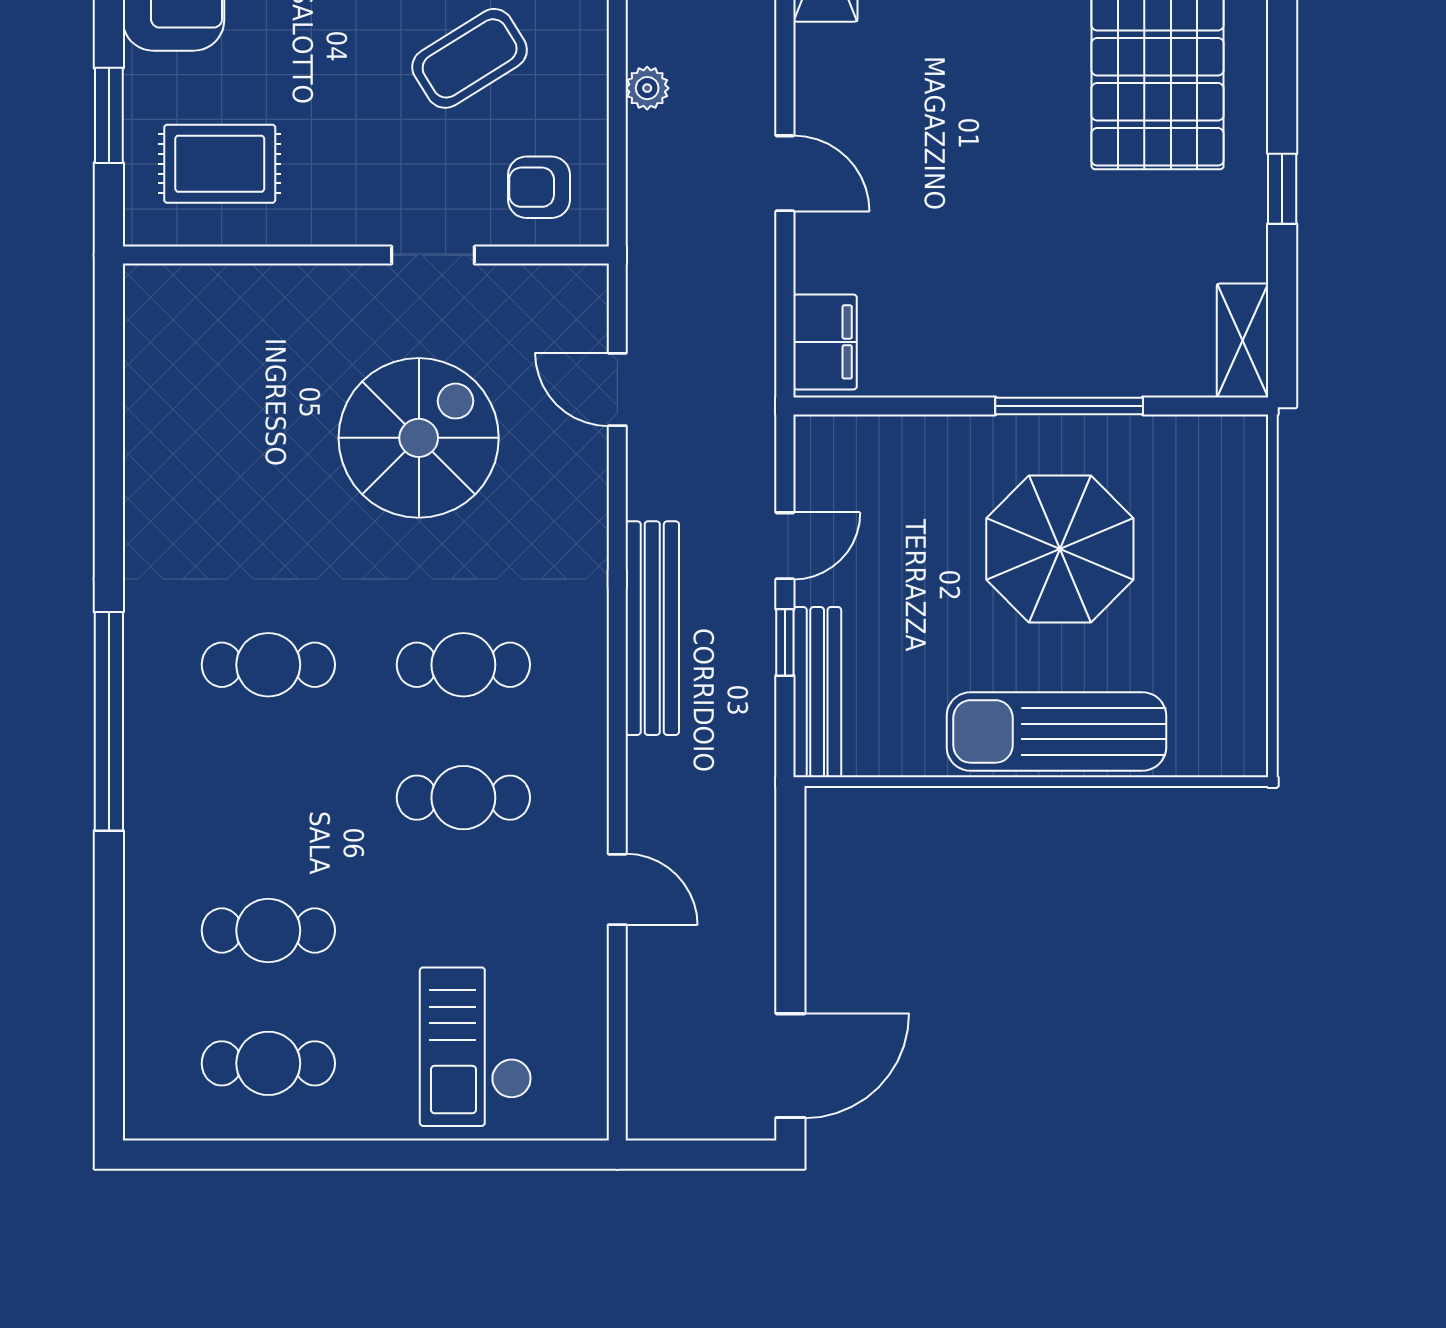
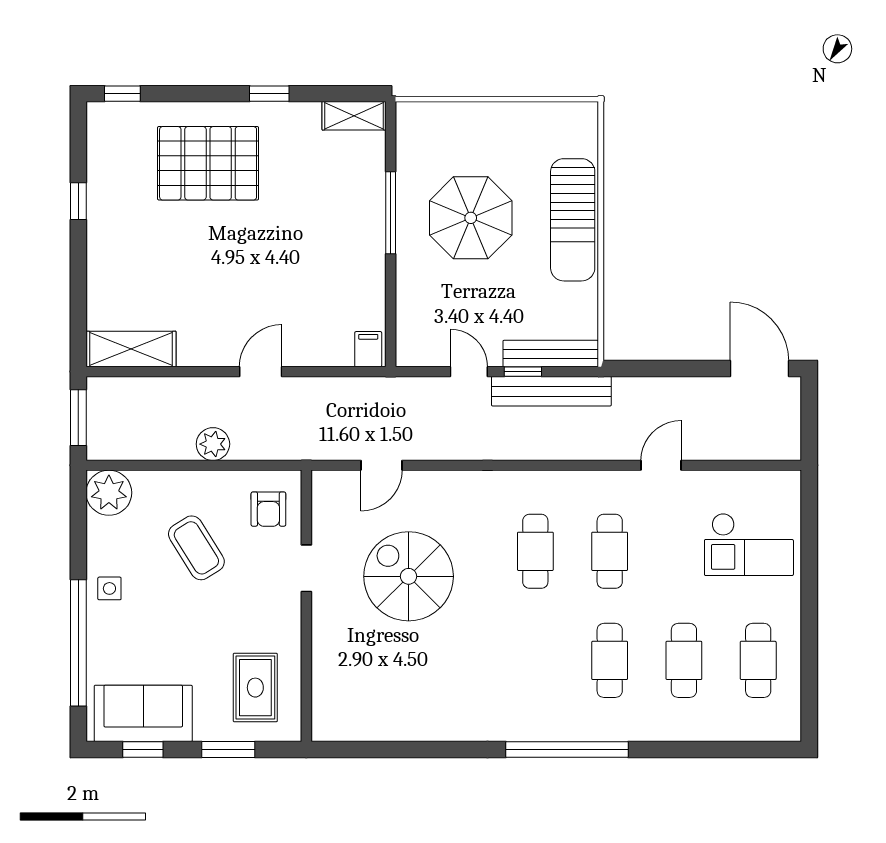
plant: (647, 88) -> (213, 444), width x1.38, depth x1.38
filing cabinet: (825, 342) -> (368, 349), width x0.50
bench: (652, 628) -> (551, 391), moved
cafe table: (268, 665) -> (610, 660), moved

